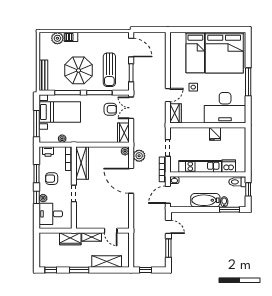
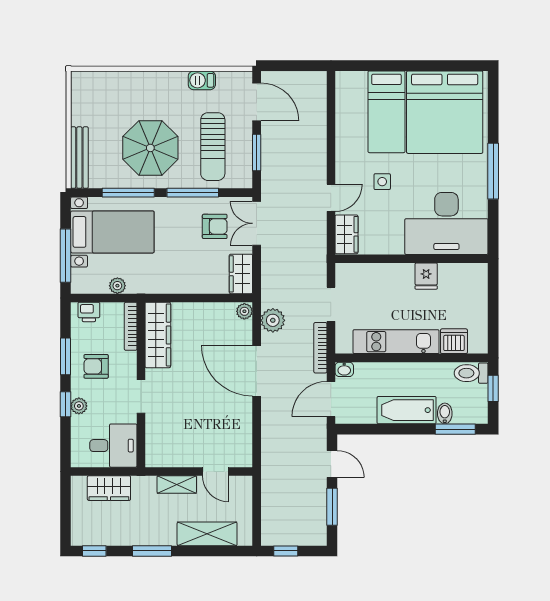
barbecue: (71, 37) -> (202, 80), moved
plant: (57, 38) -> (108, 83), removed
desk: (51, 214) -> (113, 446), moved, turned 180
wardrobe: (70, 239) -> (109, 488), moved

